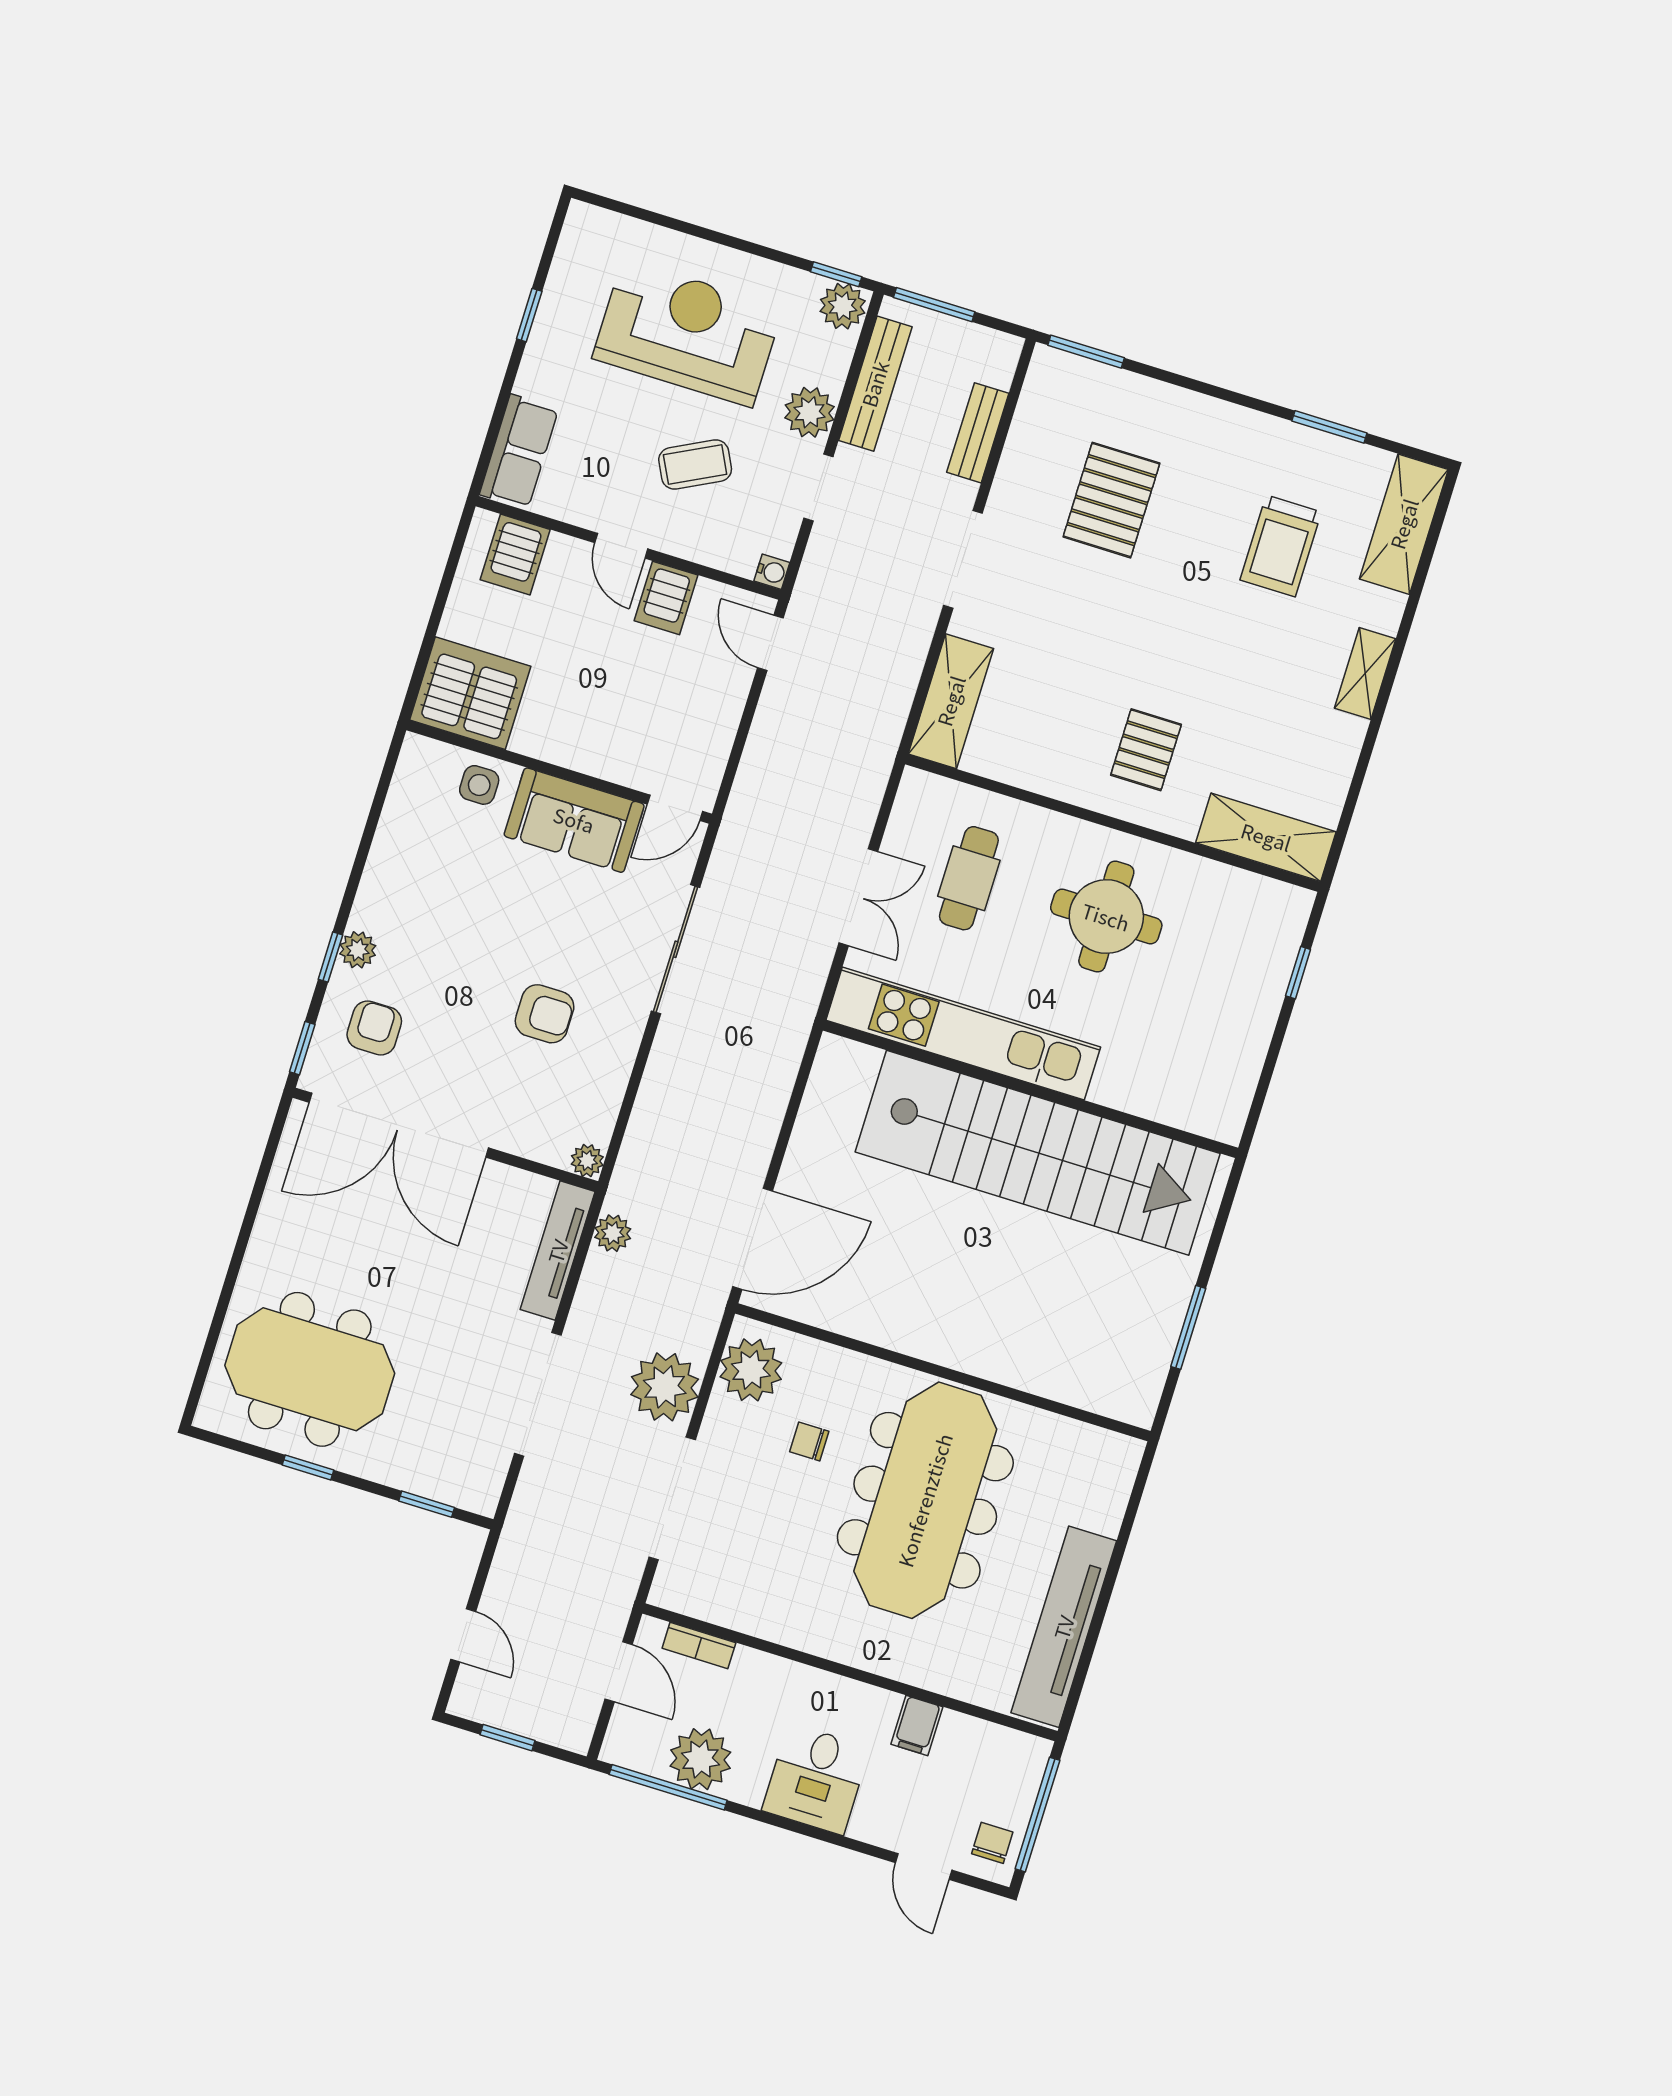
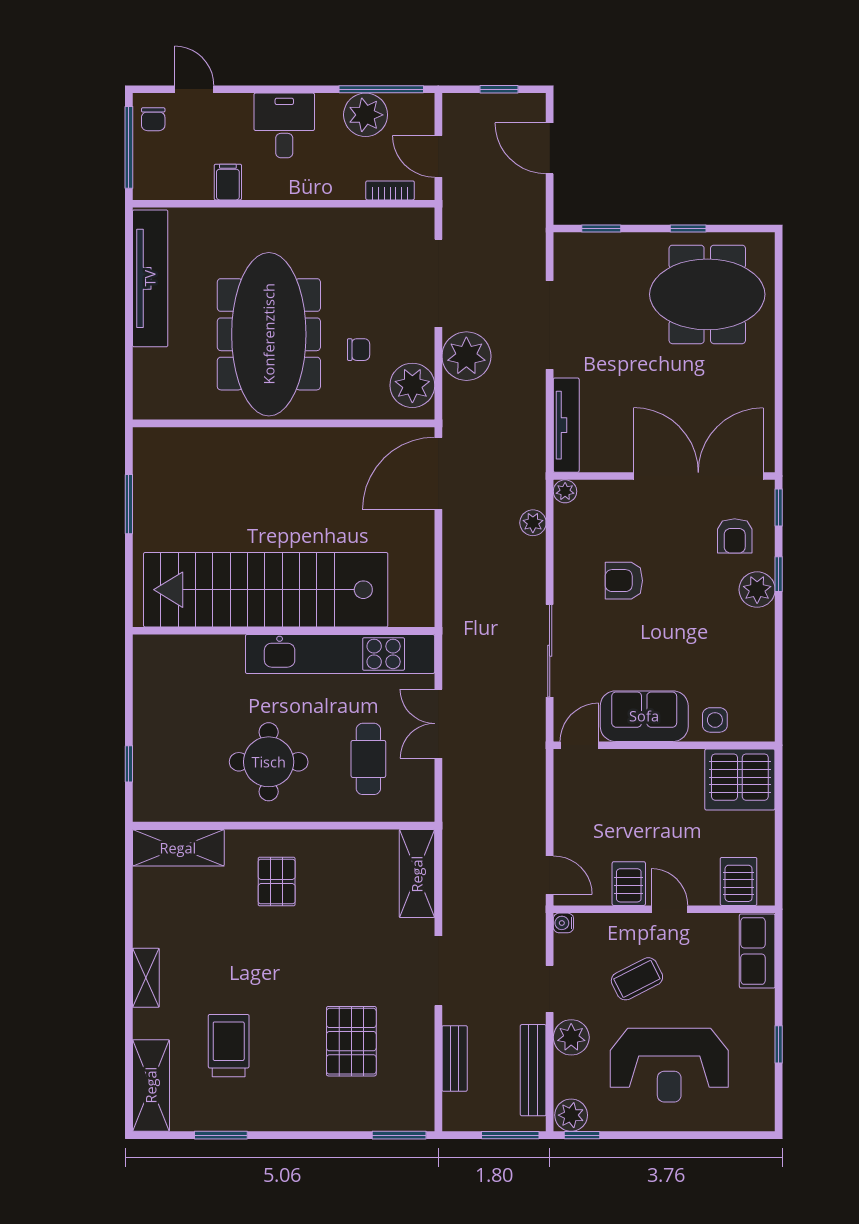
plant: (358, 950) -> (757, 590), width x1.38, depth x1.38
plant: (613, 1233) -> (533, 523), moved
door: (463, 1635) -> (550, 148), width x1.38

